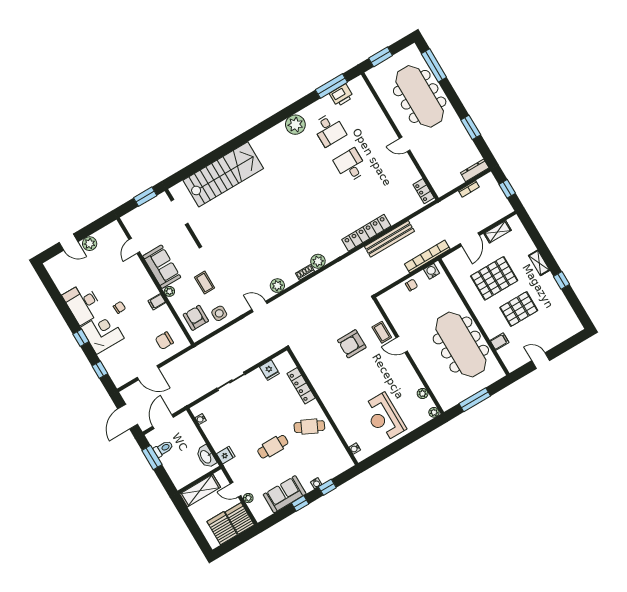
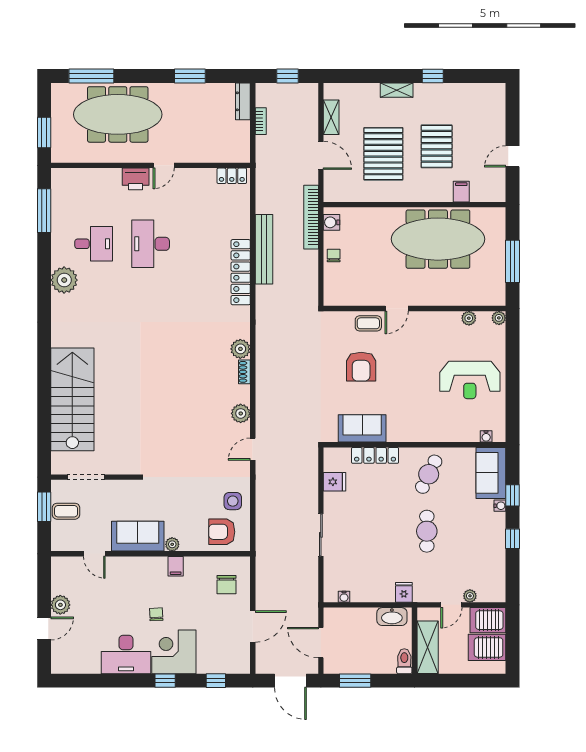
printer: (341, 95) -> (136, 179), moved, turned 90
desk: (350, 165) -> (151, 244), width x1.37
coffee table: (205, 283) -> (66, 511), moved
sofa: (313, 368) -> (362, 428), added
toilet: (163, 449) -> (404, 661), moved
sofa: (285, 494) -> (491, 473), moved

